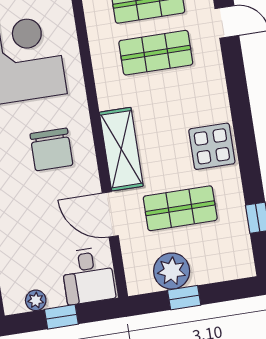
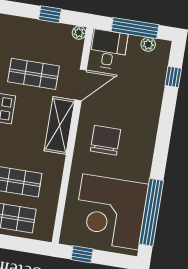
door: (110, 214) -> (81, 85), hinge flipped
plant: (172, 271) -> (79, 33), moved, width x0.53, depth x0.53
window: (61, 317) -> (135, 28), width x2.17

